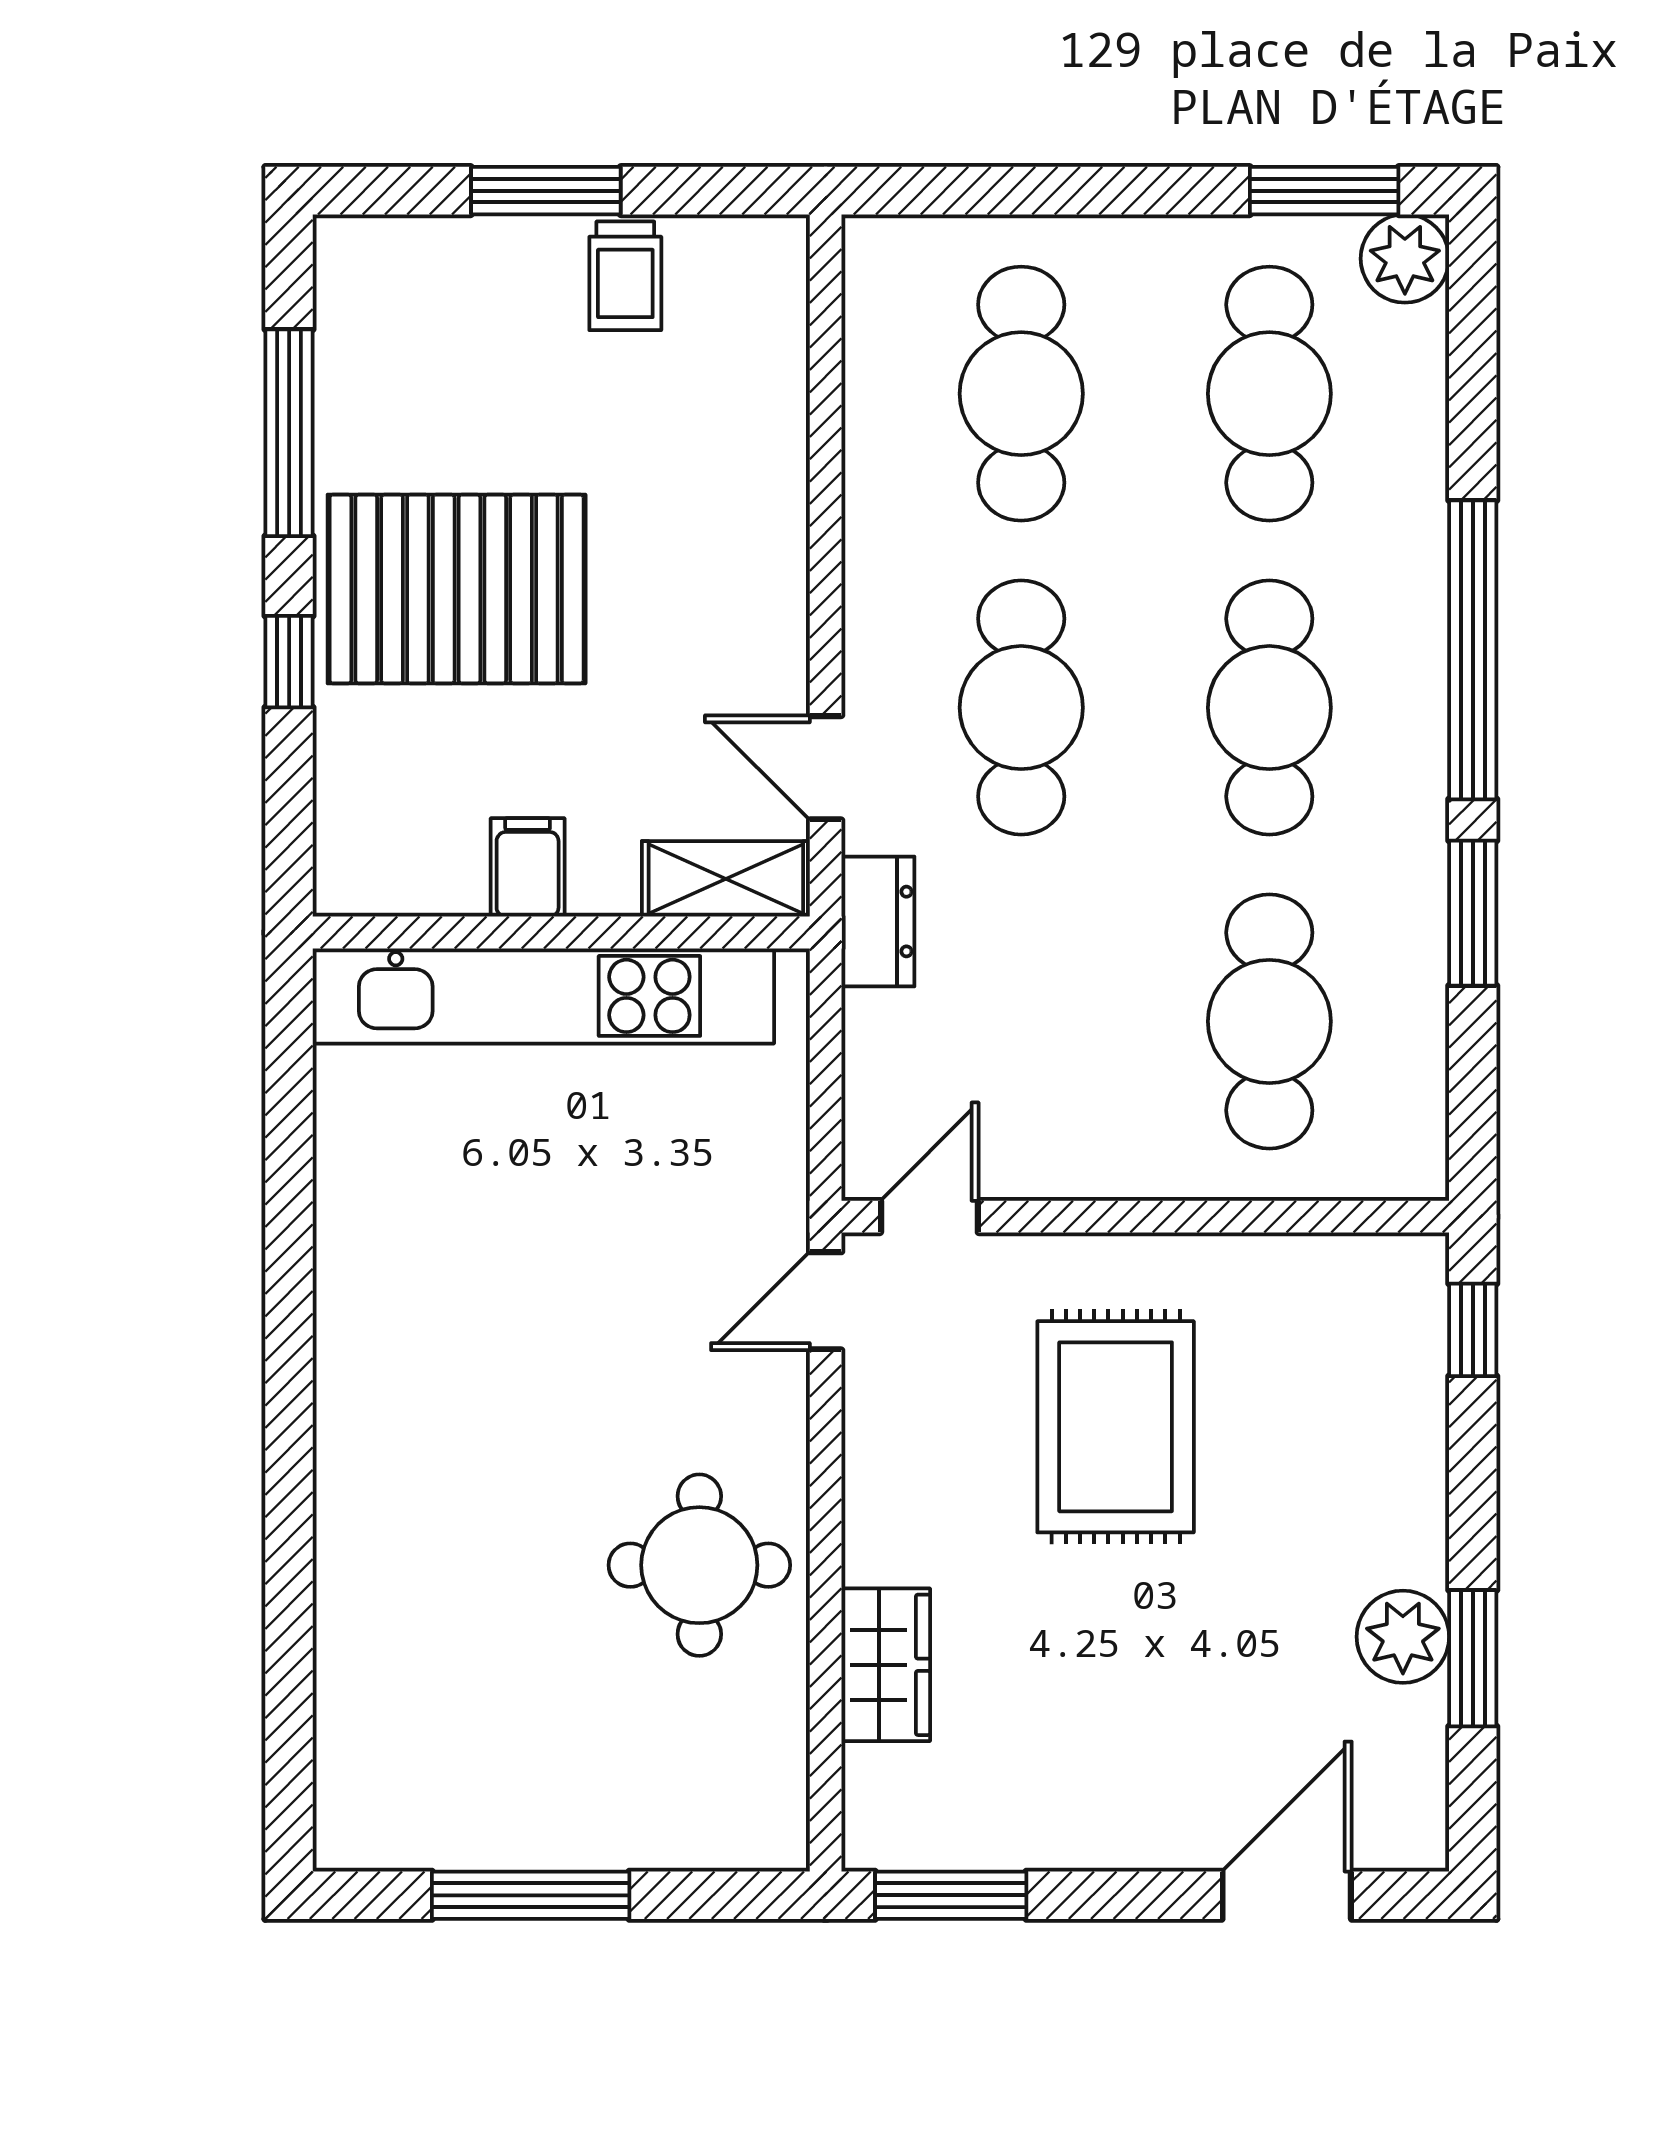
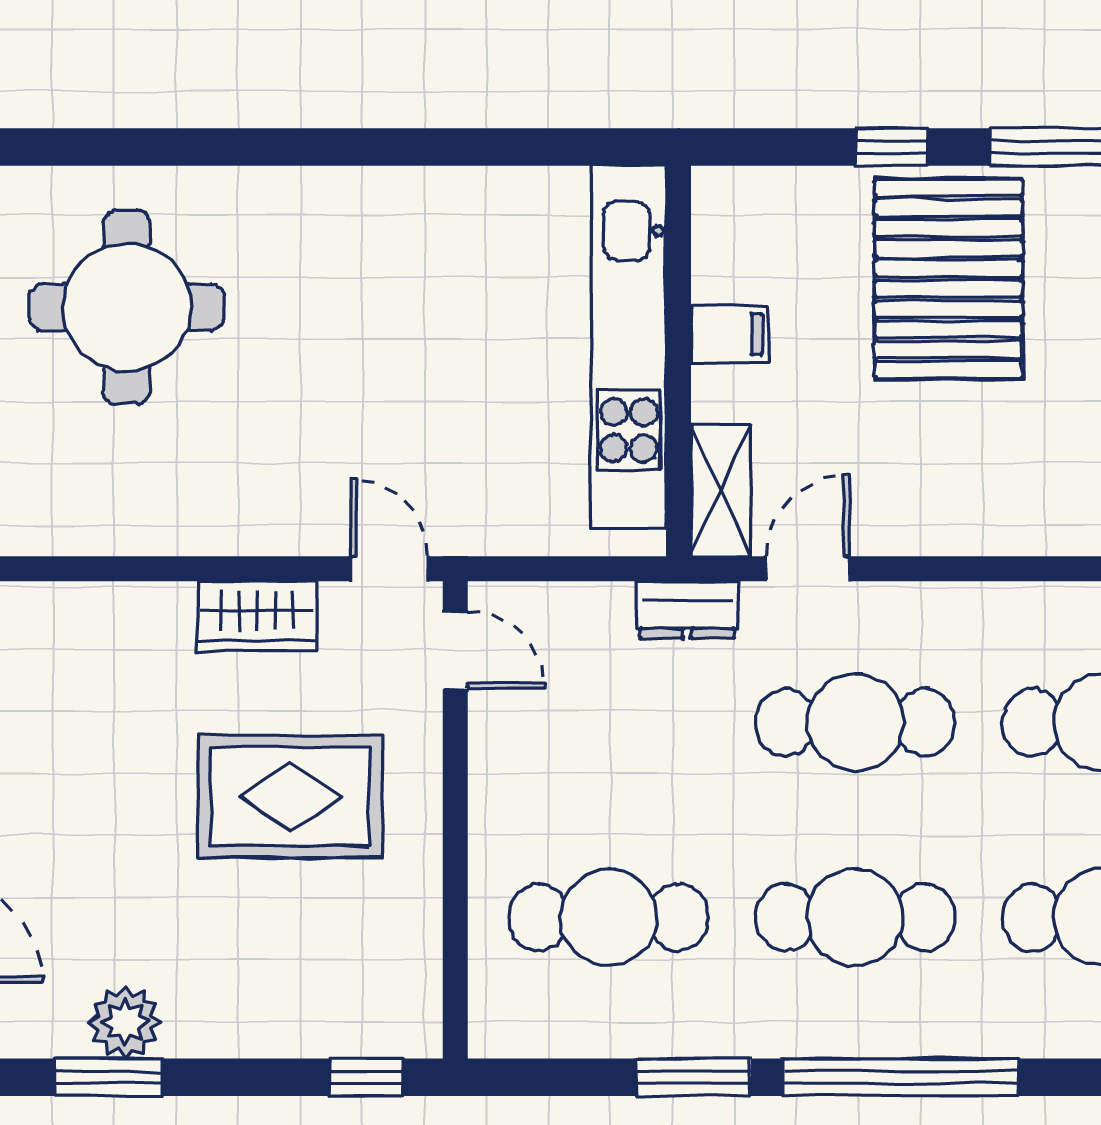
round table: (699, 1565) -> (127, 307), moved, width x1.36, depth x1.36
wardrobe: (886, 1665) -> (257, 616), moved

